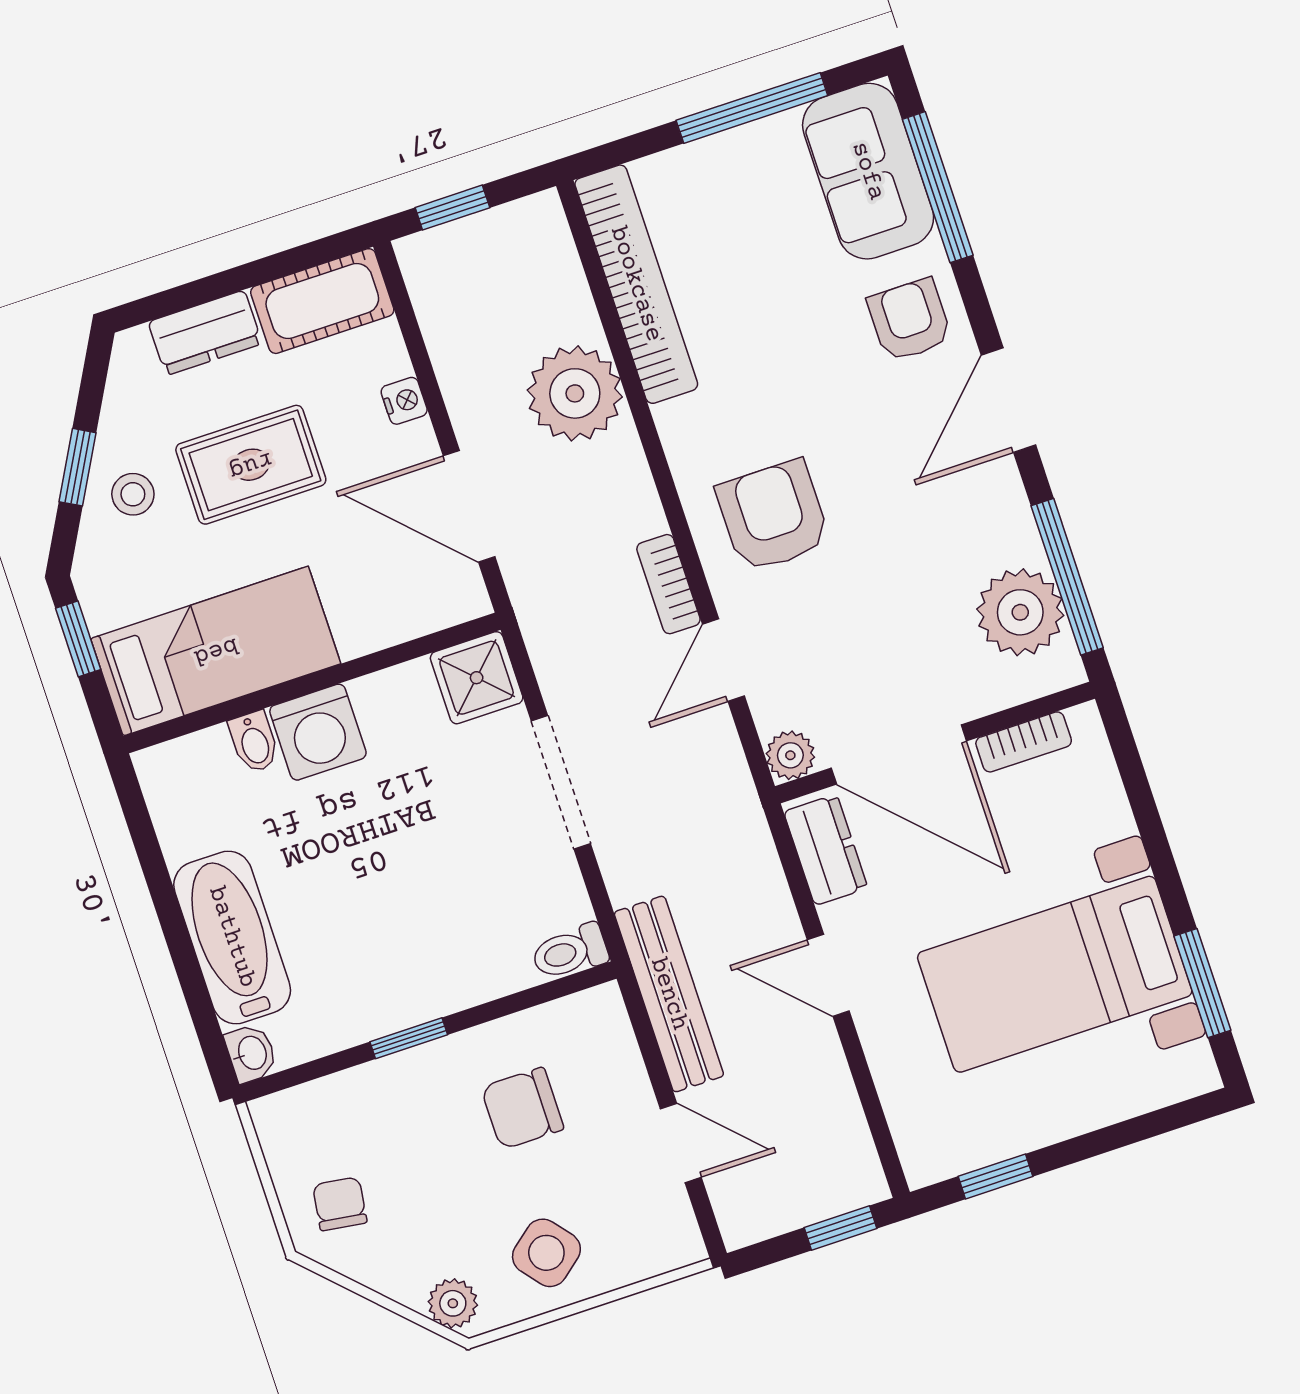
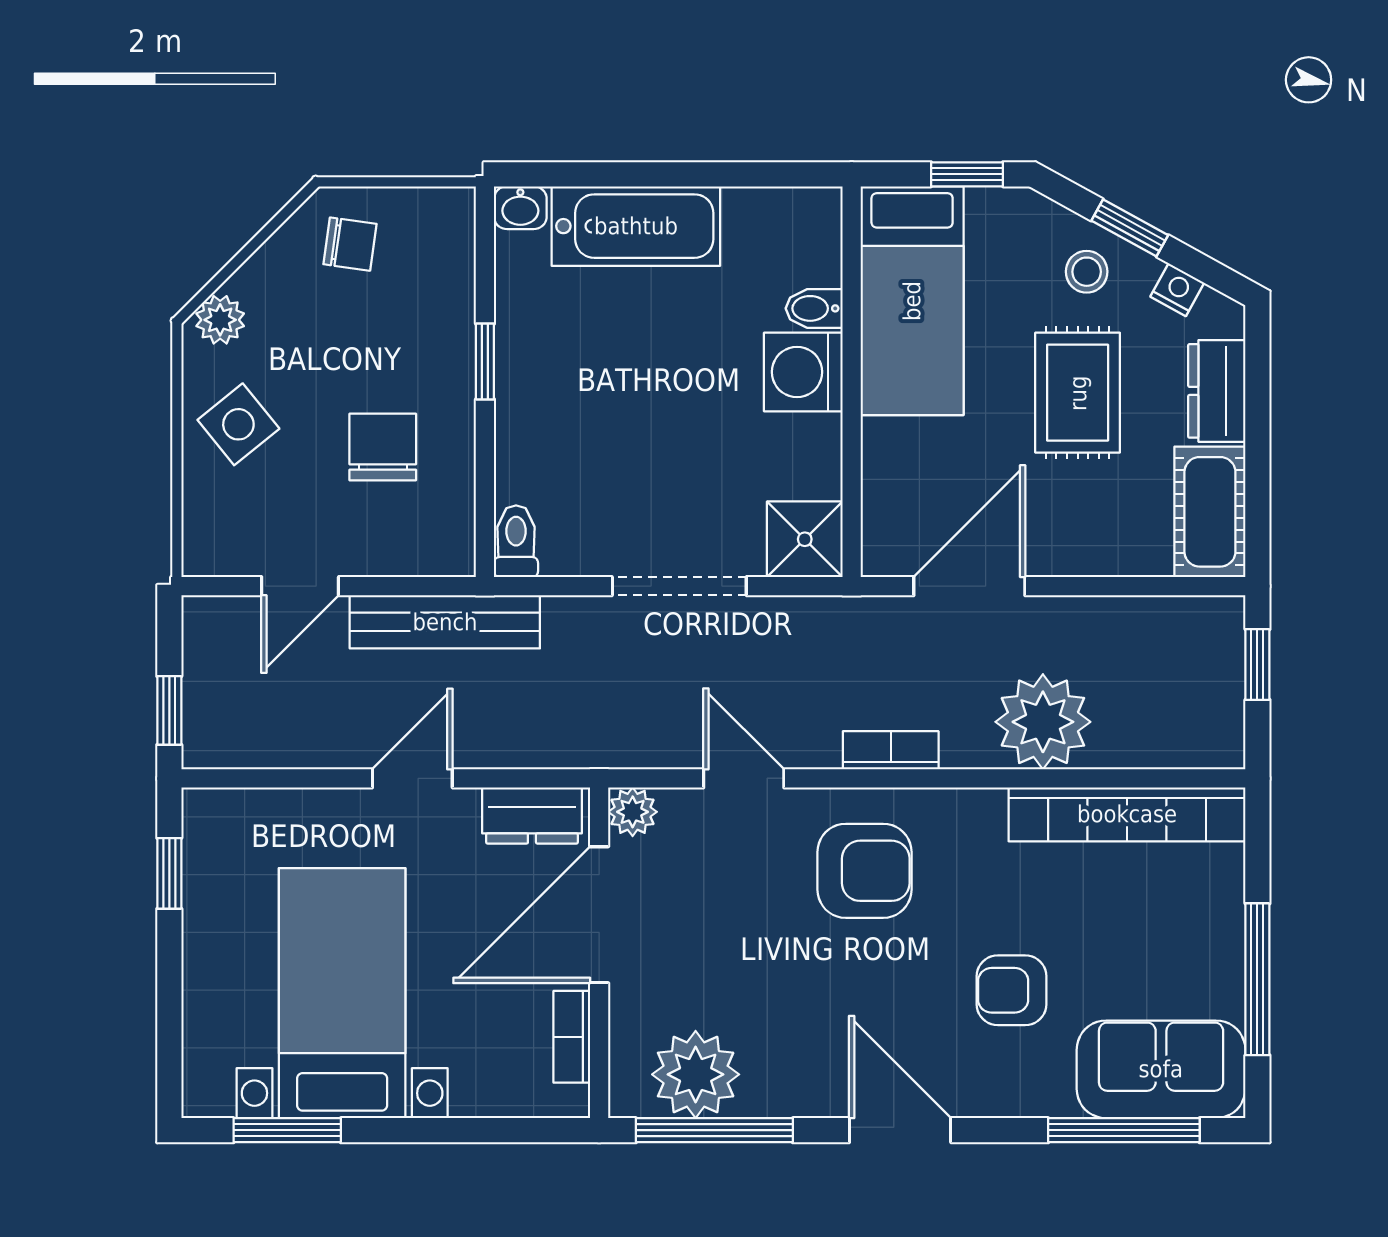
armchair: (910, 320) -> (1012, 990), moved, turned 180
nightstand: (404, 401) -> (1177, 290), moved, turned -151
bookcase: (668, 584) -> (891, 750), moved

